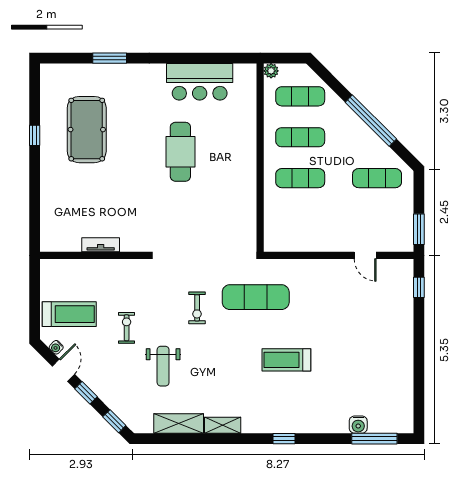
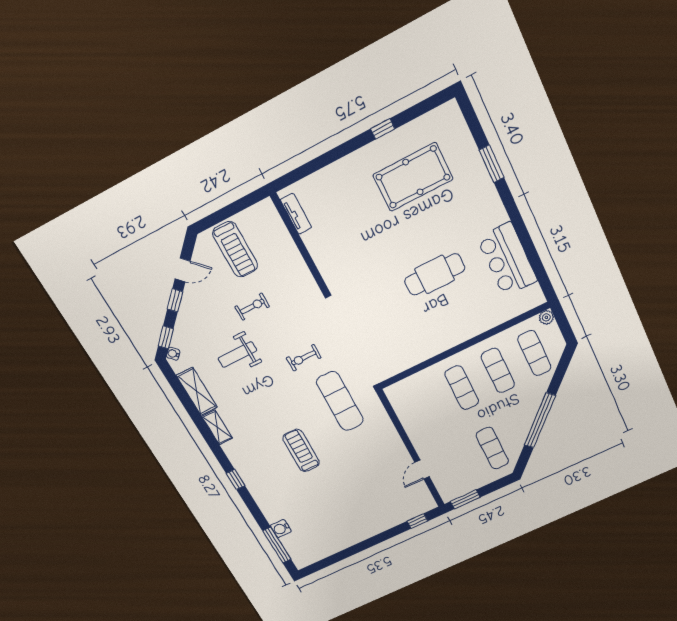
tv unit: (101, 245) -> (296, 214), moved
water cooler: (56, 347) -> (173, 354), moved

